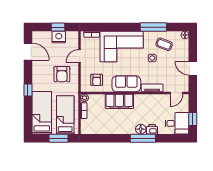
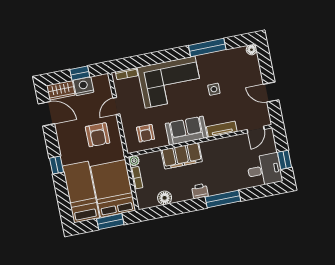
wardrobe: (42, 37) -> (61, 90), added
coffee table: (164, 44) -> (226, 68), removed
bed: (65, 115) -> (113, 189), width x1.50
floor lamp: (141, 129) -> (165, 198), moved
printer: (152, 129) -> (200, 191), moved

